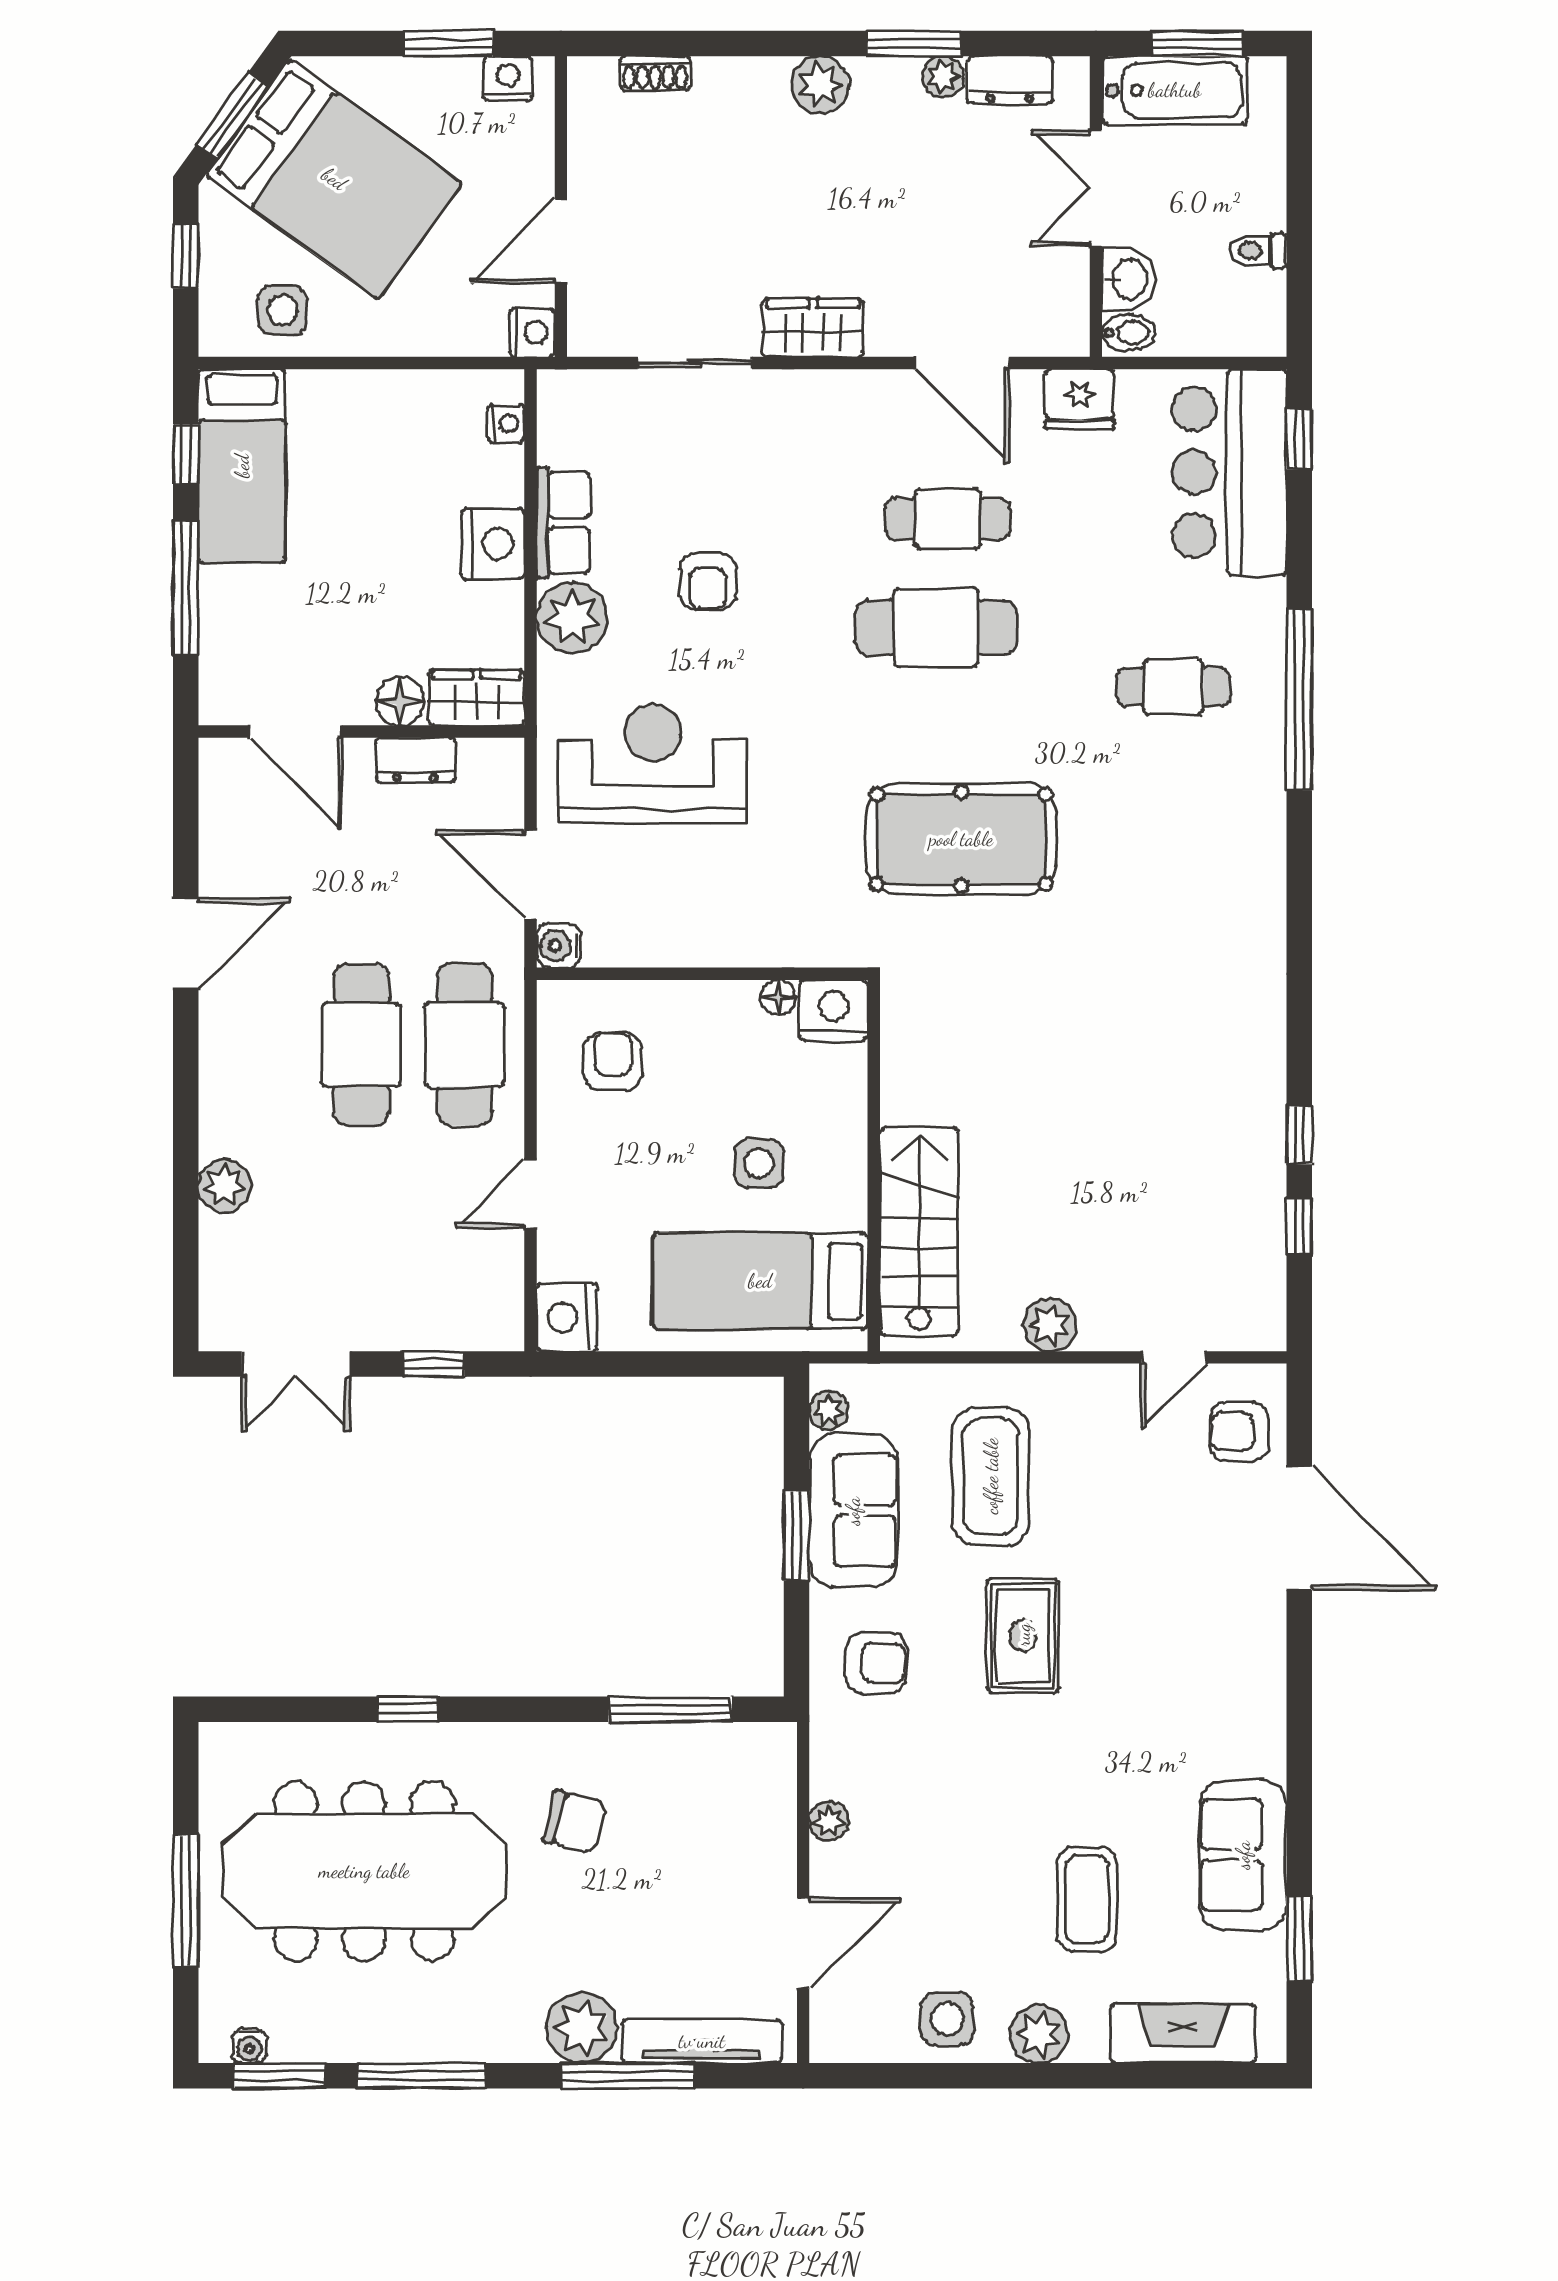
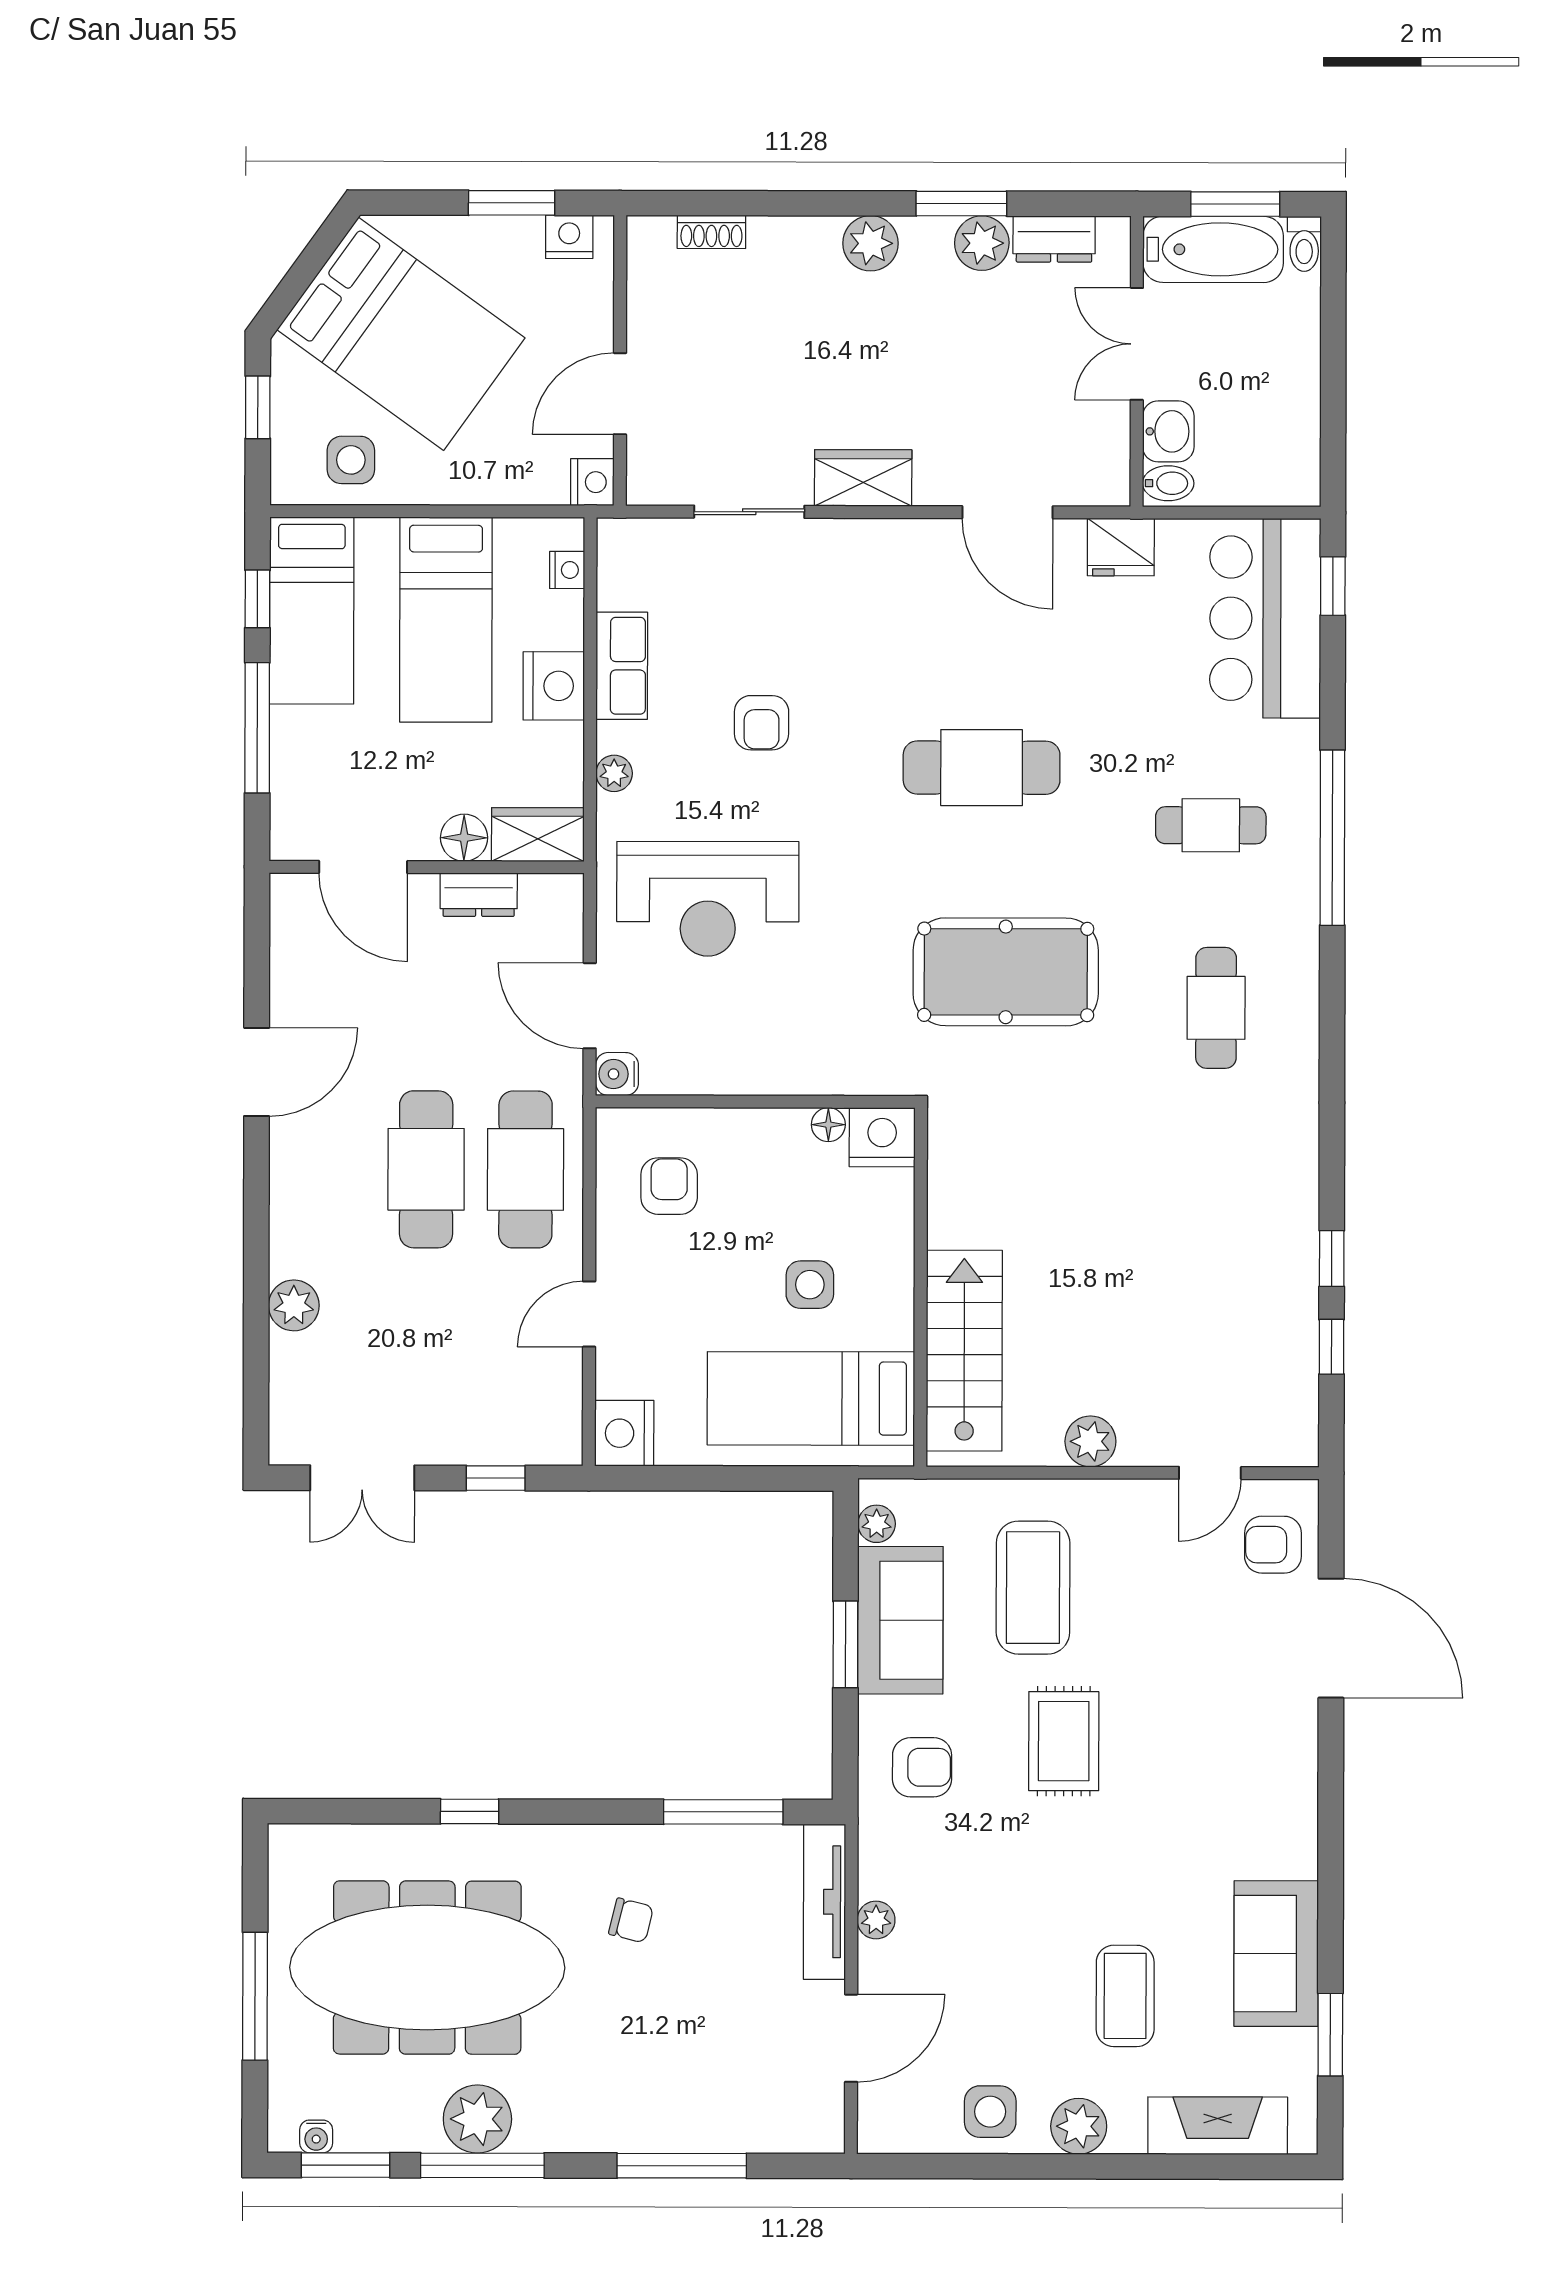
plant: (943, 77) -> (982, 243), width x1.38, depth x1.38
window: (233, 115) -> (304, 272), removed
toilet: (1258, 251) -> (1304, 244), moved, turned -90
bed: (381, 475) -> (446, 620), added
cafe table: (948, 519) -> (1216, 1008), moved, turned 90
plant: (572, 618) -> (614, 773), width x0.53, depth x0.53
reception desk: (653, 764) -> (708, 899), turned 180
chair: (575, 1822) -> (631, 1920), width x0.73, depth x0.73
plant: (582, 2028) -> (477, 2119), moved
tv unit: (702, 2041) -> (824, 1902), moved, turned -90

